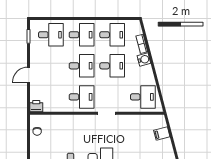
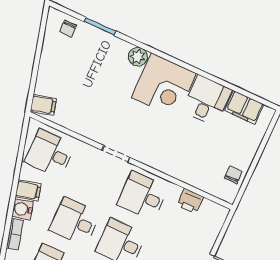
filing cabinet: (146, 71) -> (28, 190), added
printer: (36, 106) -> (190, 201), moved
filing cabinet: (162, 134) -> (43, 105), moved

